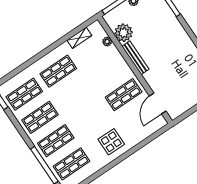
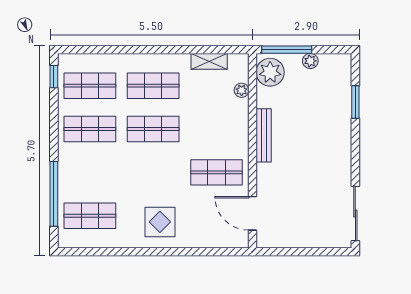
plant: (124, 33) -> (270, 72), moved
door: (158, 104) -> (252, 213), hinge flipped
shop shelf: (56, 141) -> (153, 129), moved

